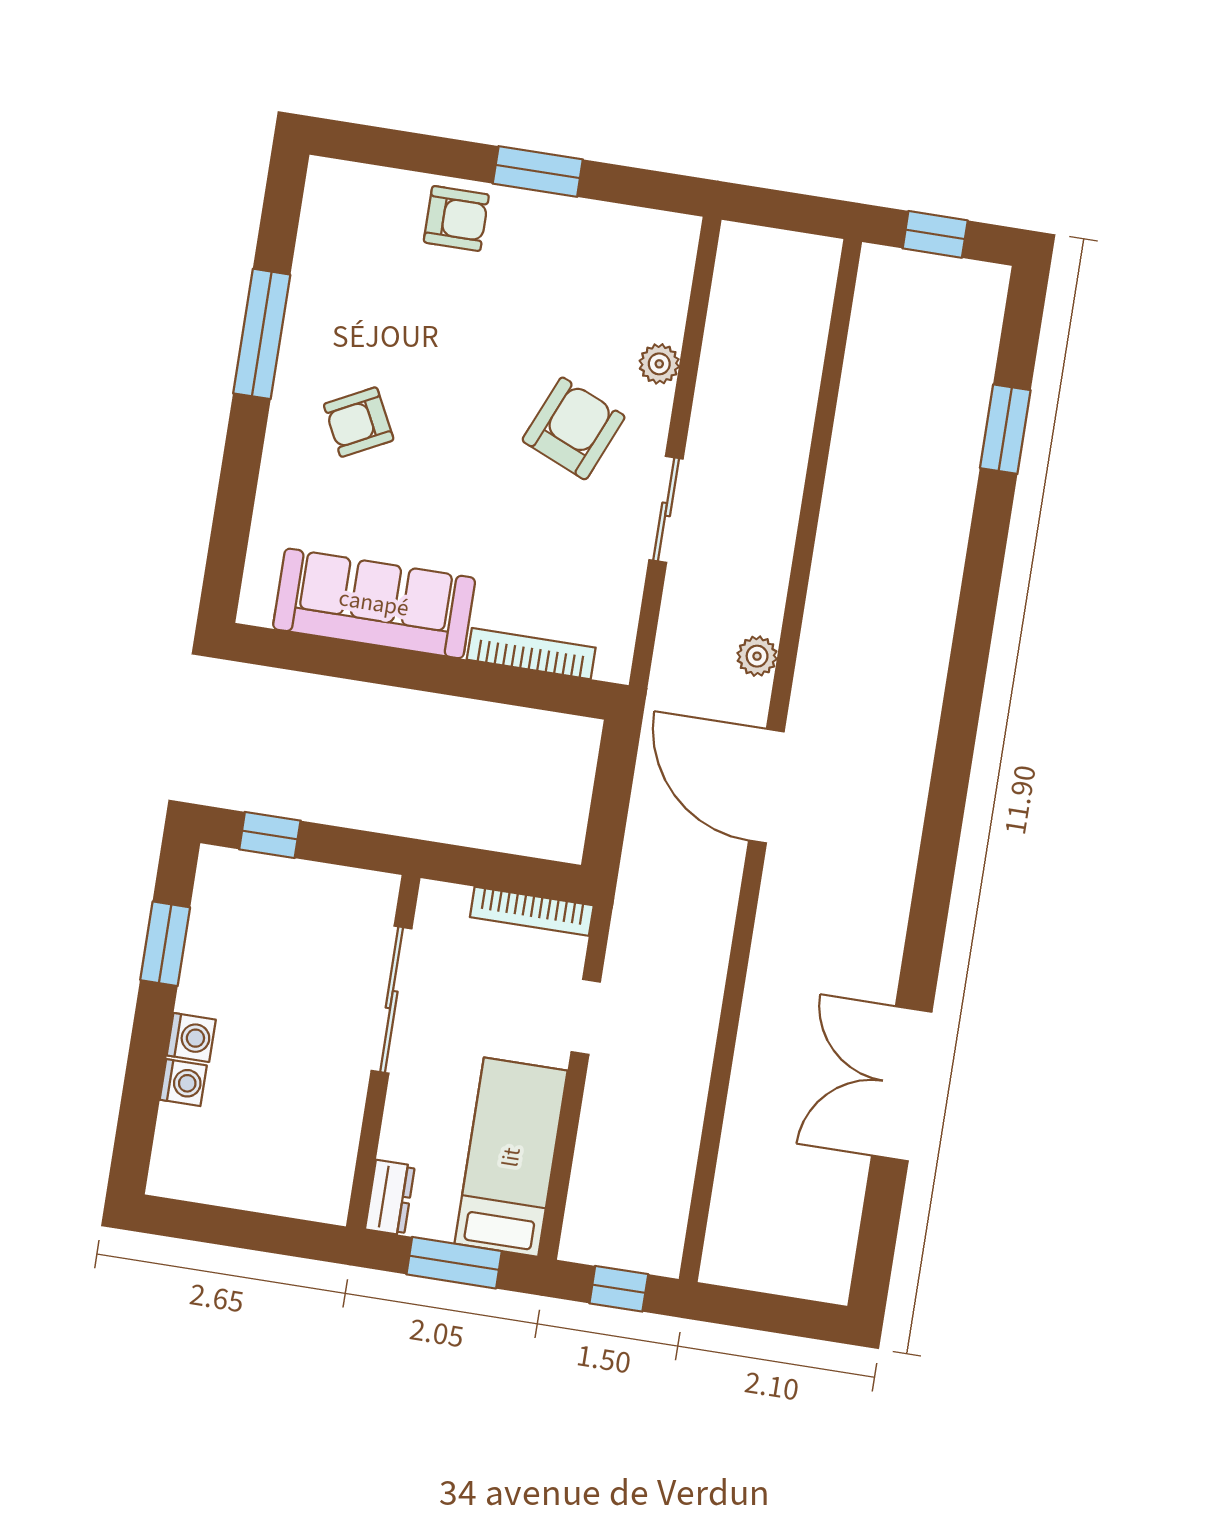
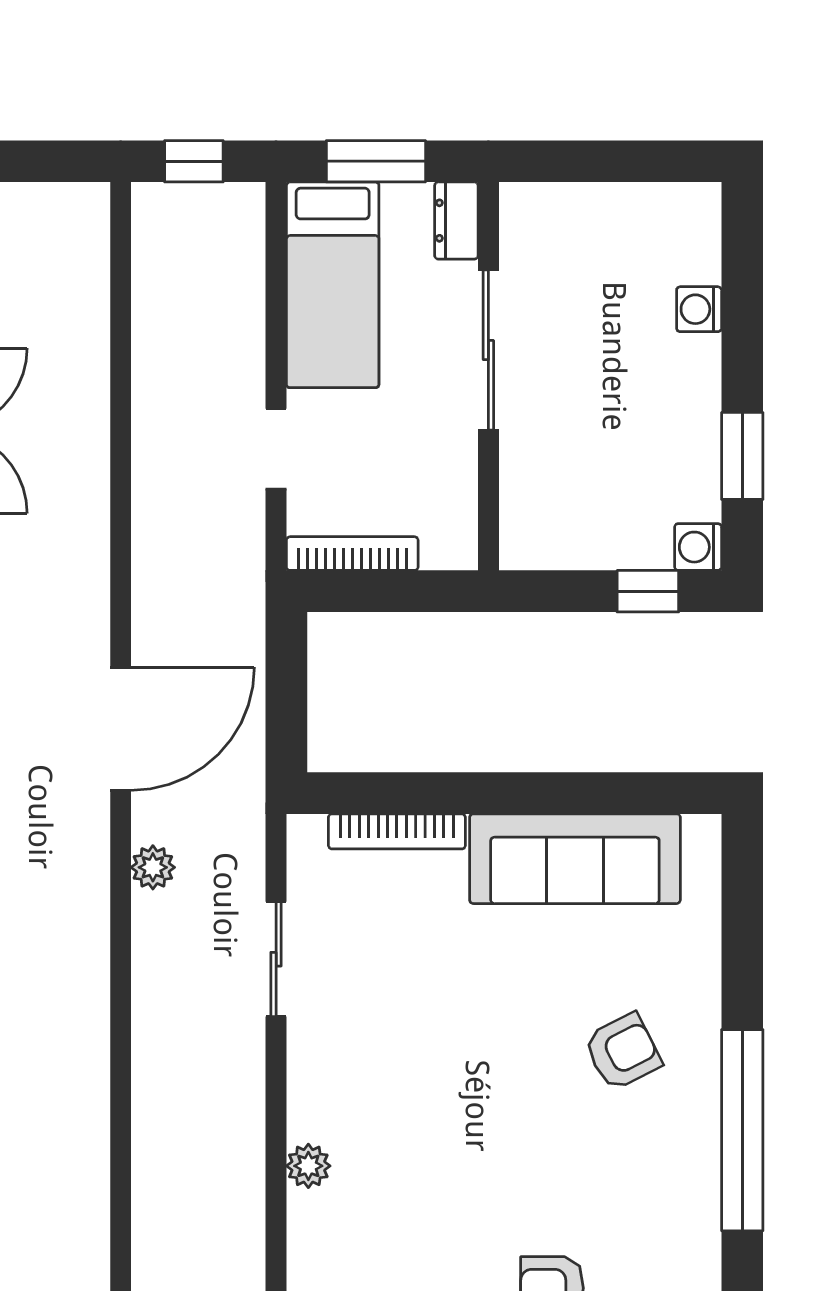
window: (262, 334) -> (742, 1130), width x1.46
armchair: (574, 428) -> (390, 1082), removed
sliding door: (666, 509) -> (276, 959), moved
door: (766, 786) -> (121, 729), hinge flipped
sliding door: (392, 1000) -> (488, 350), moved
washing machine: (191, 1037) -> (698, 547), moved

